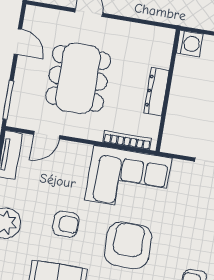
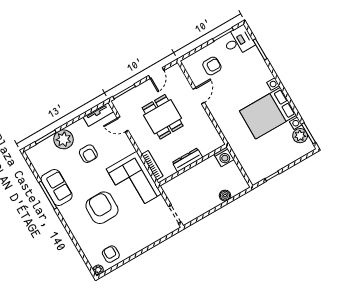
dining table: (78, 78) -> (163, 117), width x0.73
armchair: (66, 224) -> (88, 154), moved
armchair: (128, 245) -> (102, 208), turned -90

